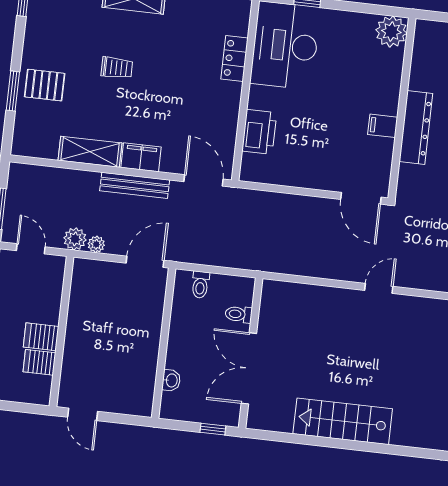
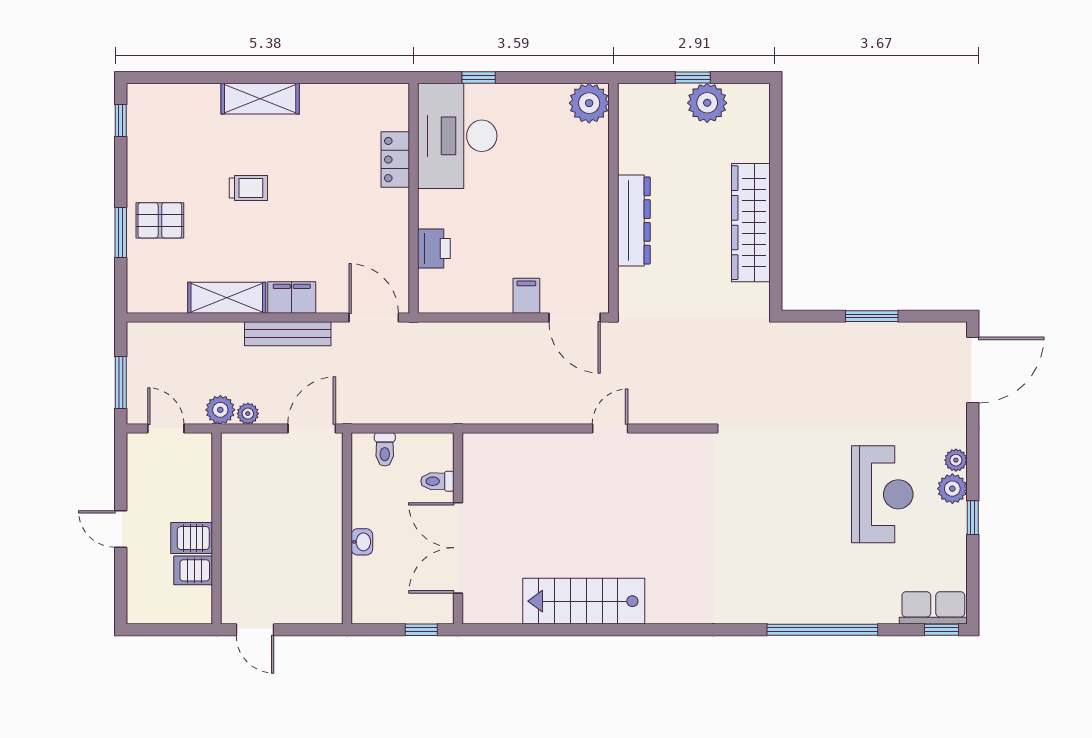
filing cabinet: (383, 126) -> (526, 296), moved, turned 90
printer: (259, 132) -> (434, 249), width x0.73, depth x0.84
washbasin: (171, 380) -> (362, 542), moved

